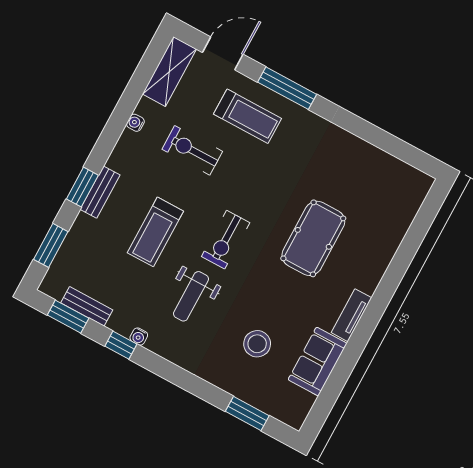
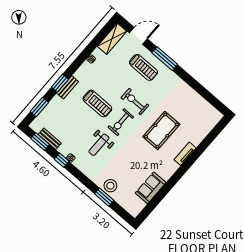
exercise bike: (192, 150) -> (135, 102), moved
treadmill: (155, 232) -> (97, 104), moved, turned -90
tv unit: (351, 315) -> (185, 154), moved
stool: (257, 344) -> (110, 186), moved
window: (247, 414) -> (104, 197), moved

